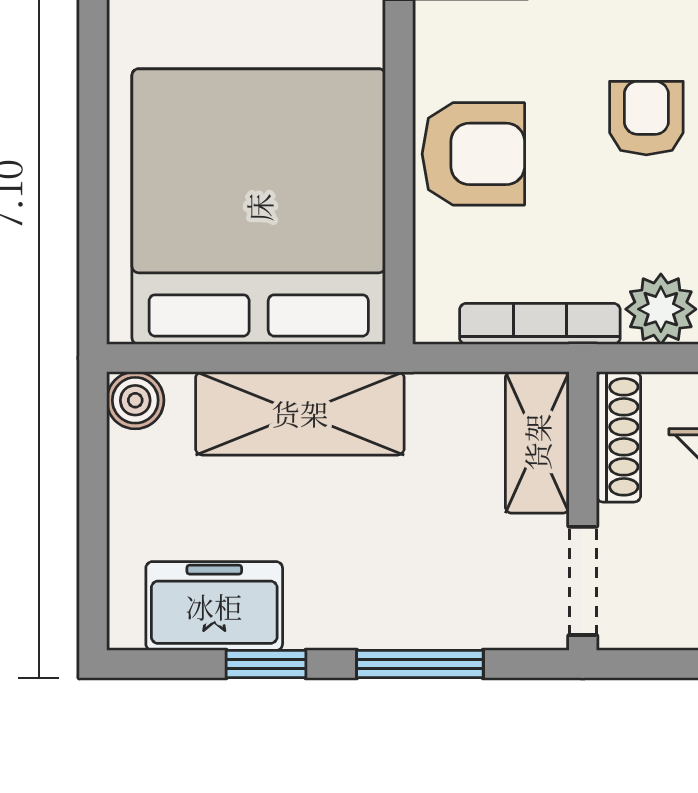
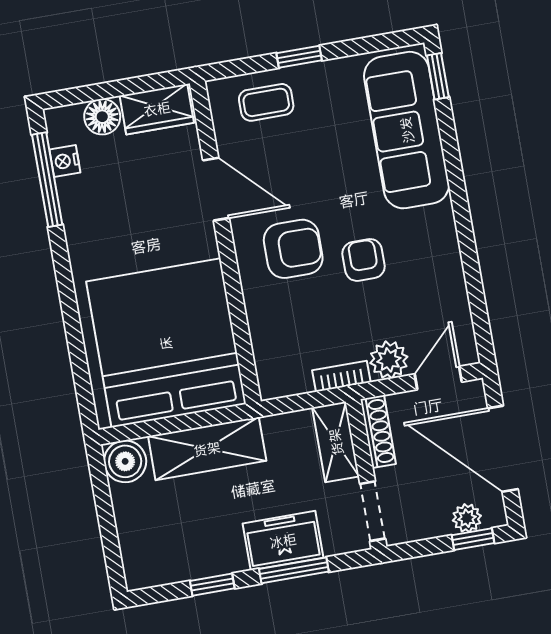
armchair: (473, 154) -> (293, 249), moved
bookcase: (540, 324) -> (341, 376), width x0.64
boiler: (135, 400) -> (125, 461), width x1.36, depth x1.36
freezer: (214, 606) -> (283, 541), moved

